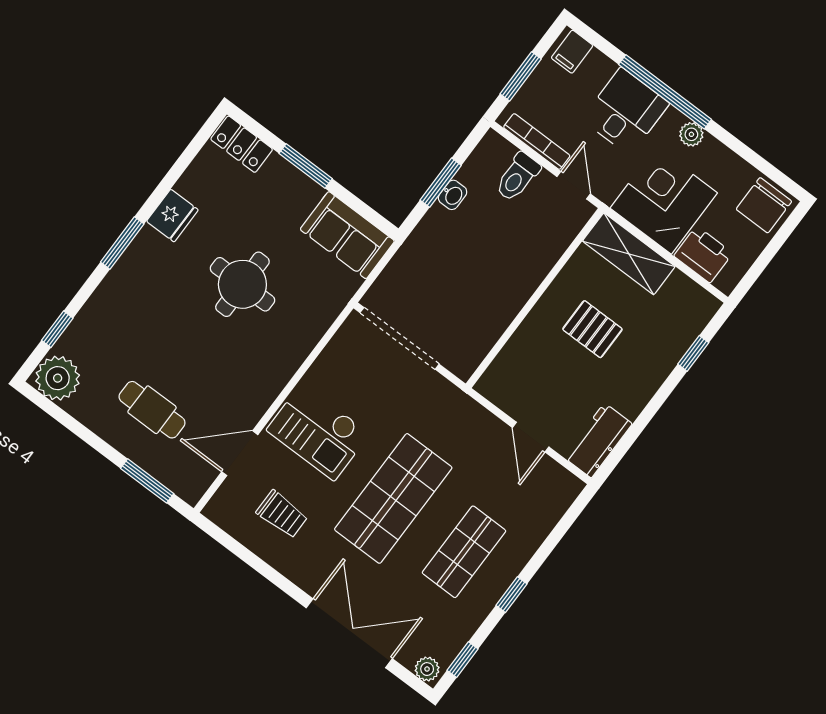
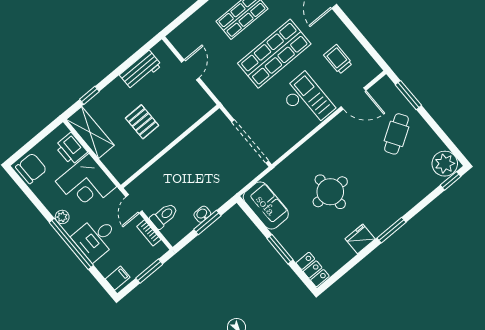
bookcase: (537, 142) -> (149, 233), width x0.64
shelving: (629, 254) -> (90, 132), moved
window: (57, 329) -> (450, 181), moved
cafe table: (152, 410) -> (397, 134), turned 58
workbench: (598, 440) -> (141, 70), moved

